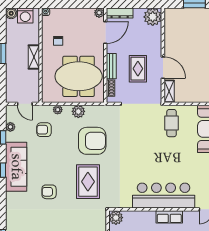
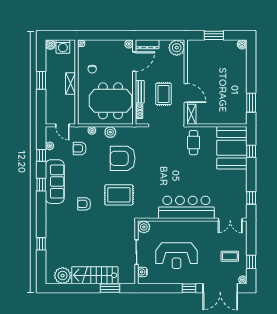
armchair: (92, 141) -> (123, 158), turned 180
rug: (88, 182) -> (119, 195), turned 90
row of seats: (169, 217) -> (191, 226), removed

